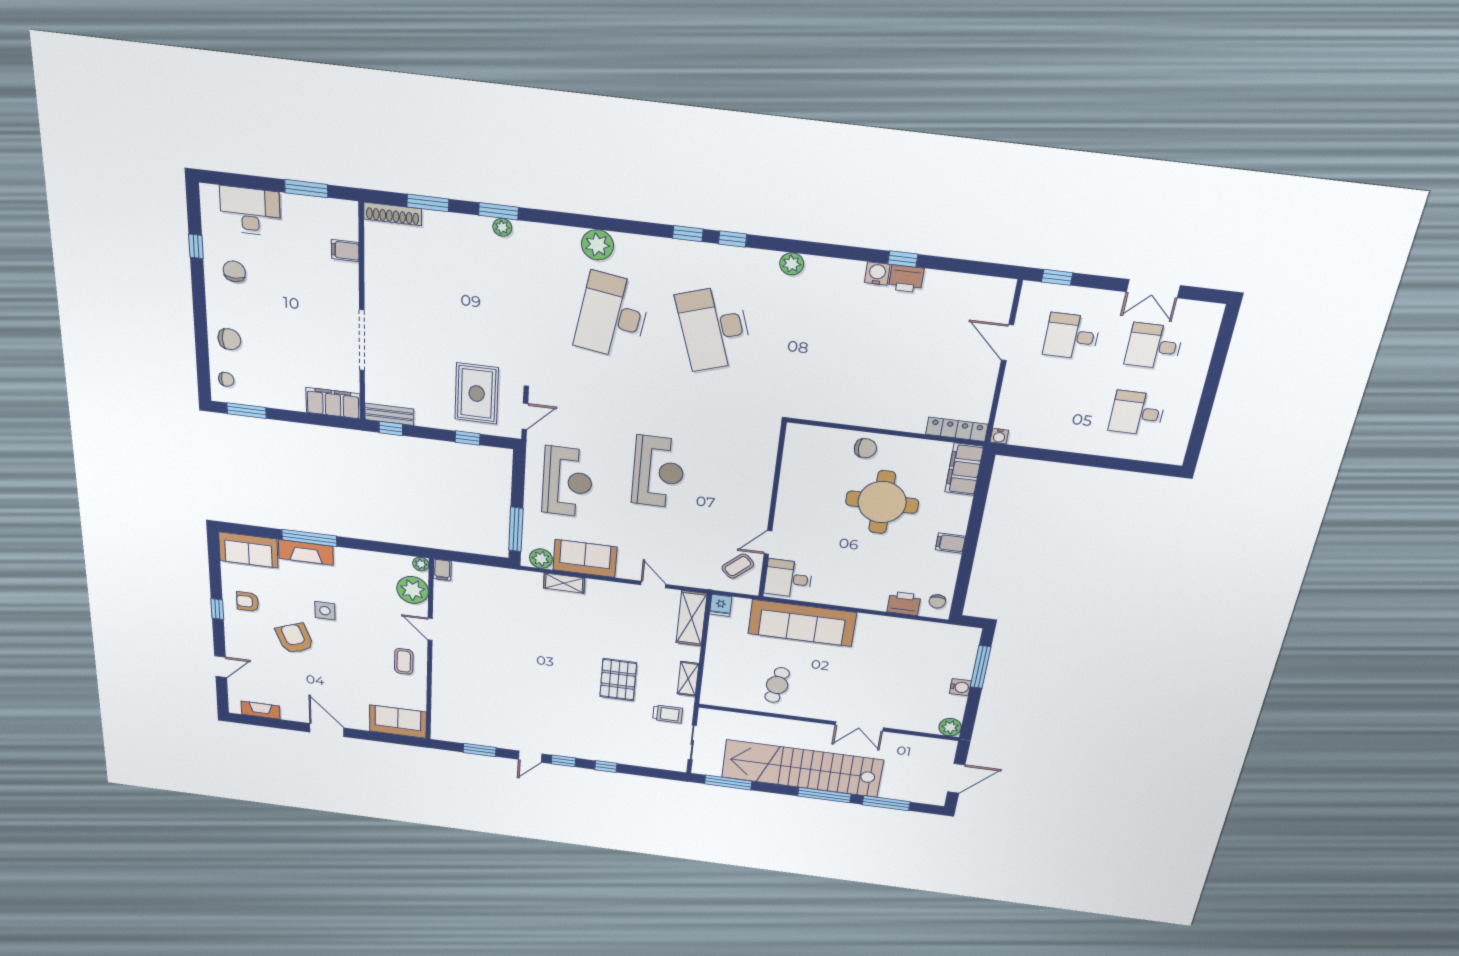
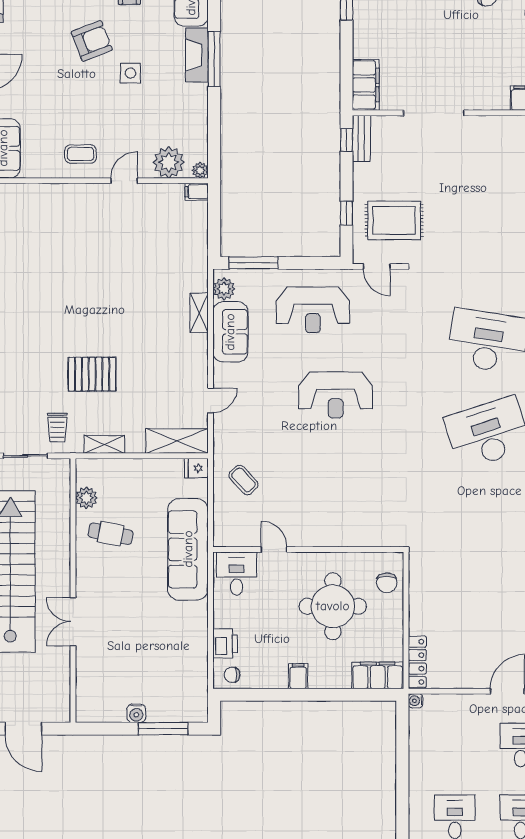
wall: (772, 512) -> (308, 550), moved
door: (768, 543) -> (274, 550), moved
desk: (788, 579) -> (237, 574), moved
plant: (950, 727) -> (86, 498), moved

